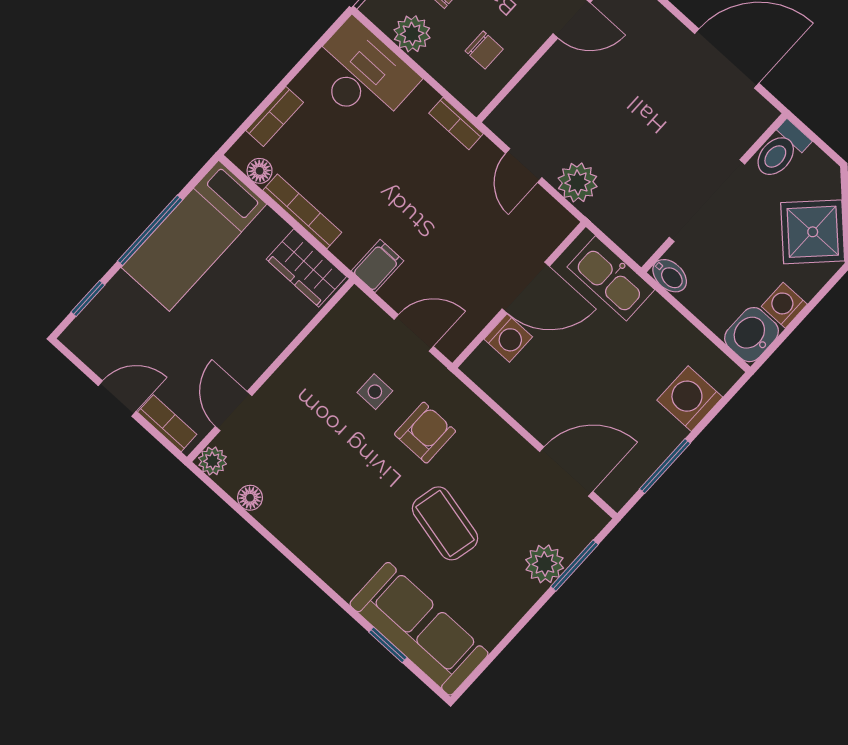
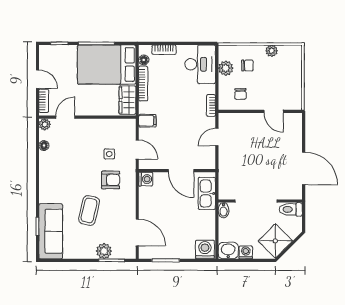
plant: (578, 182) -> (226, 158), removed
bed: (194, 236) -> (107, 65), width x1.50
washing machine: (508, 338) -> (146, 179), moved, turned -90
washing machine: (690, 399) -> (205, 249), moved

